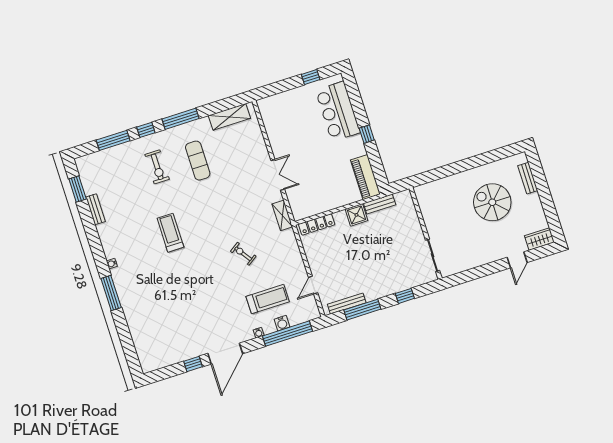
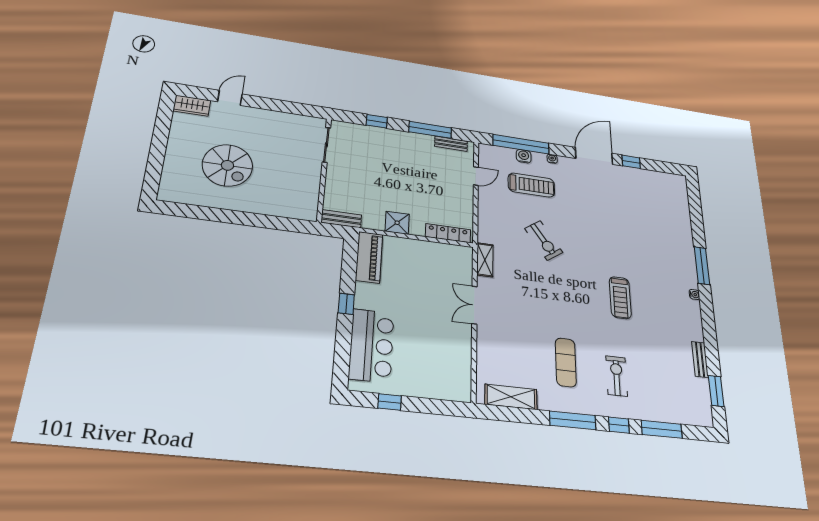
bench: (528, 178) -> (169, 171), removed
bench: (380, 204) -> (341, 219), moved
exercise bike: (243, 254) -> (544, 240), width x1.38, depth x1.39
treadmill: (268, 299) -> (531, 185), turned 180
bench: (347, 303) -> (451, 144), width x0.73

